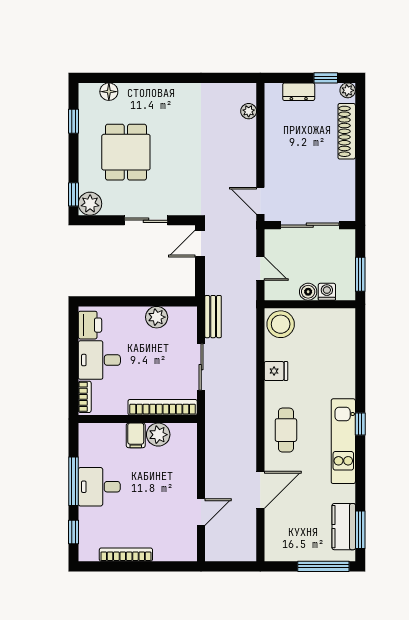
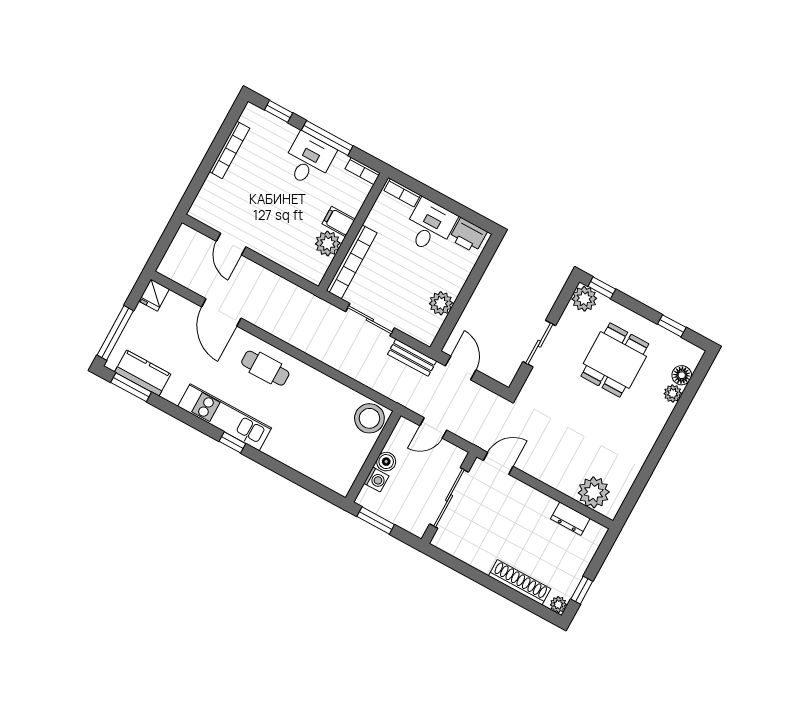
plant: (128, 91) -> (673, 393), added
dresser: (299, 92) -> (570, 519), moved, turned -90
plant: (249, 111) -> (594, 492), width x1.87, depth x1.87
dining table: (126, 152) -> (615, 360), turned 90
door: (200, 243) -> (461, 368), moved
fridge: (276, 371) -> (154, 295), moved
bookcase: (84, 438) -> (363, 171), added

